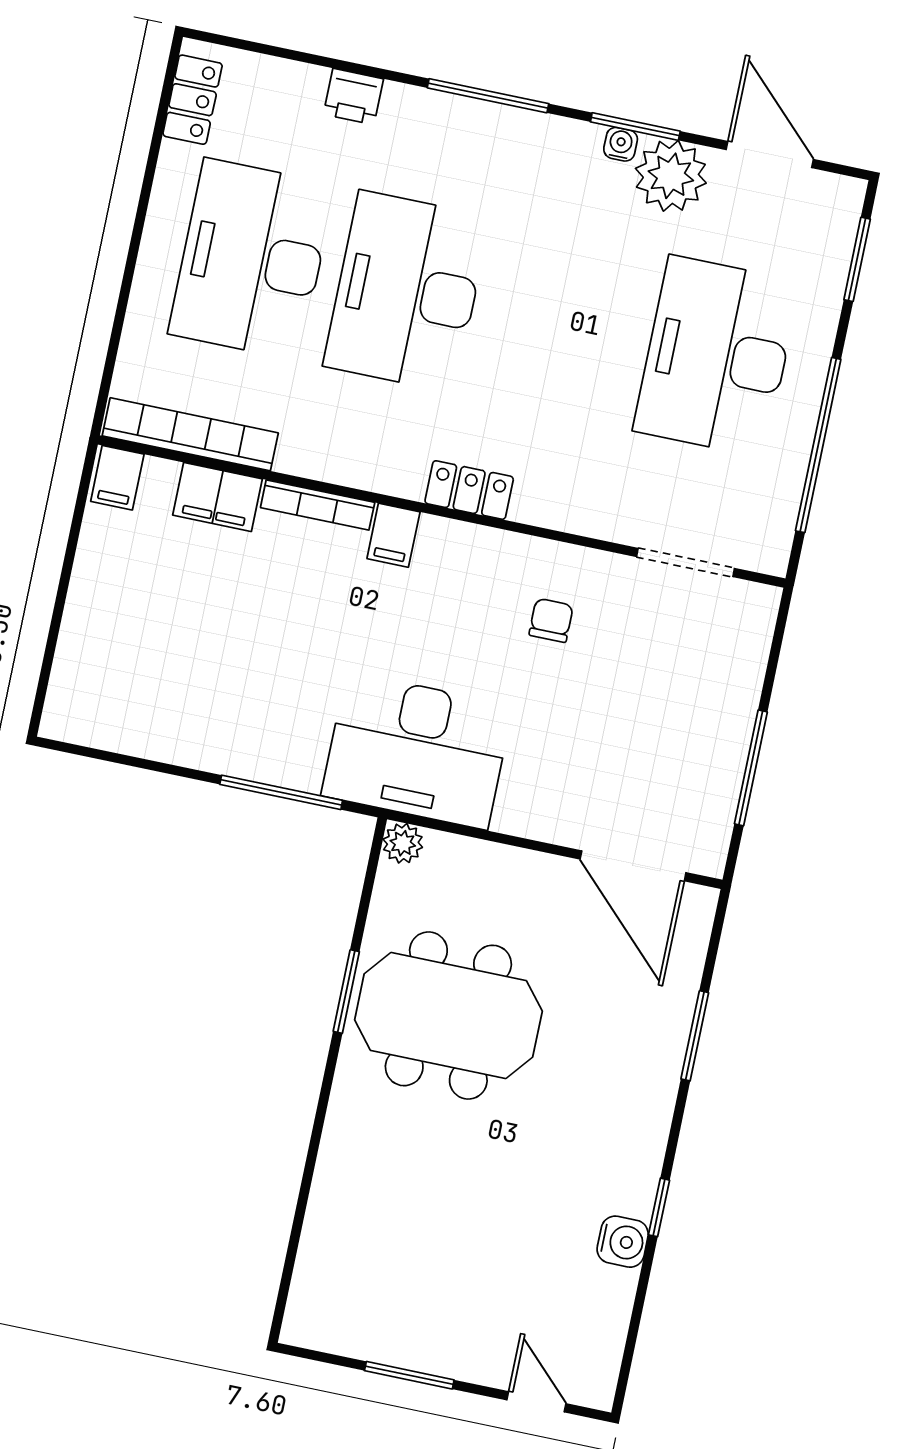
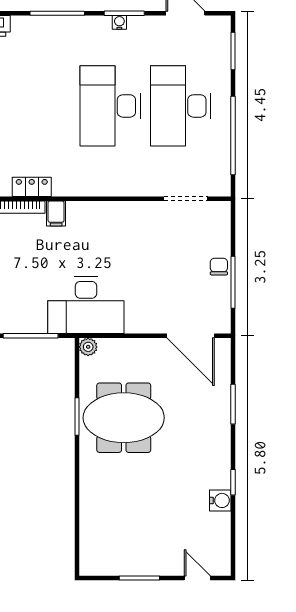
plant: (671, 176) -> (144, 31), removed
desk: (407, 292) -> (110, 106), moved
locker: (469, 490) -> (32, 187), moved
chair: (551, 620) -> (219, 267), moved

